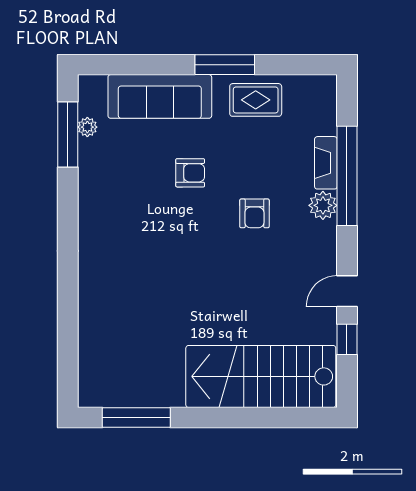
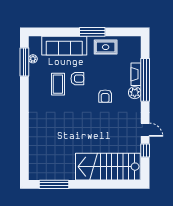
coffee table: (145, 186) -> (58, 84), added
door: (347, 291) -> (145, 130), swing flipped

